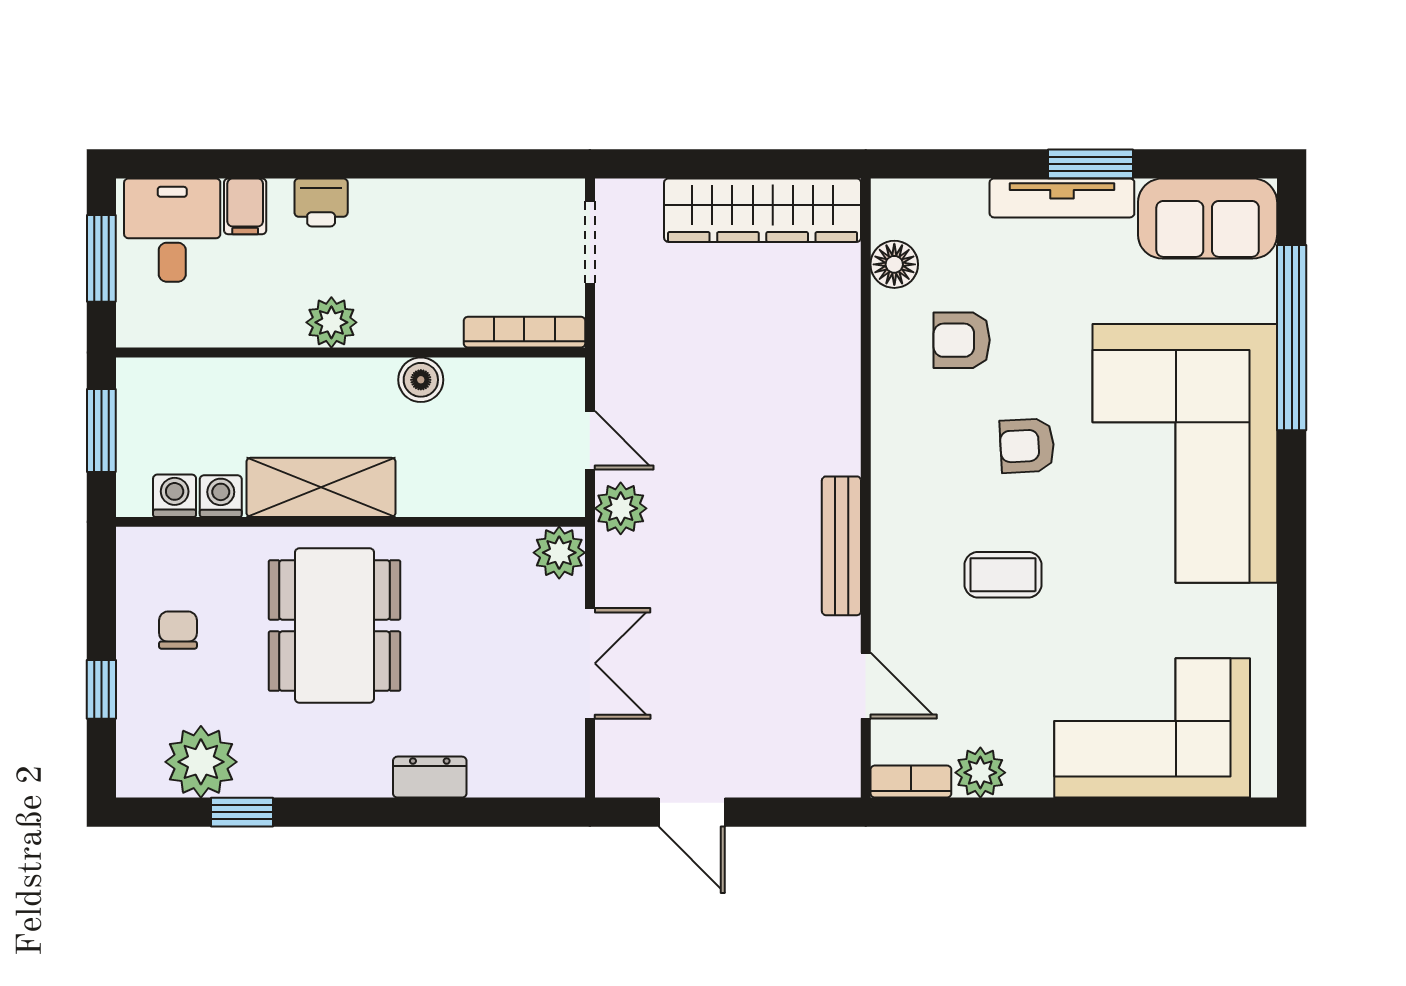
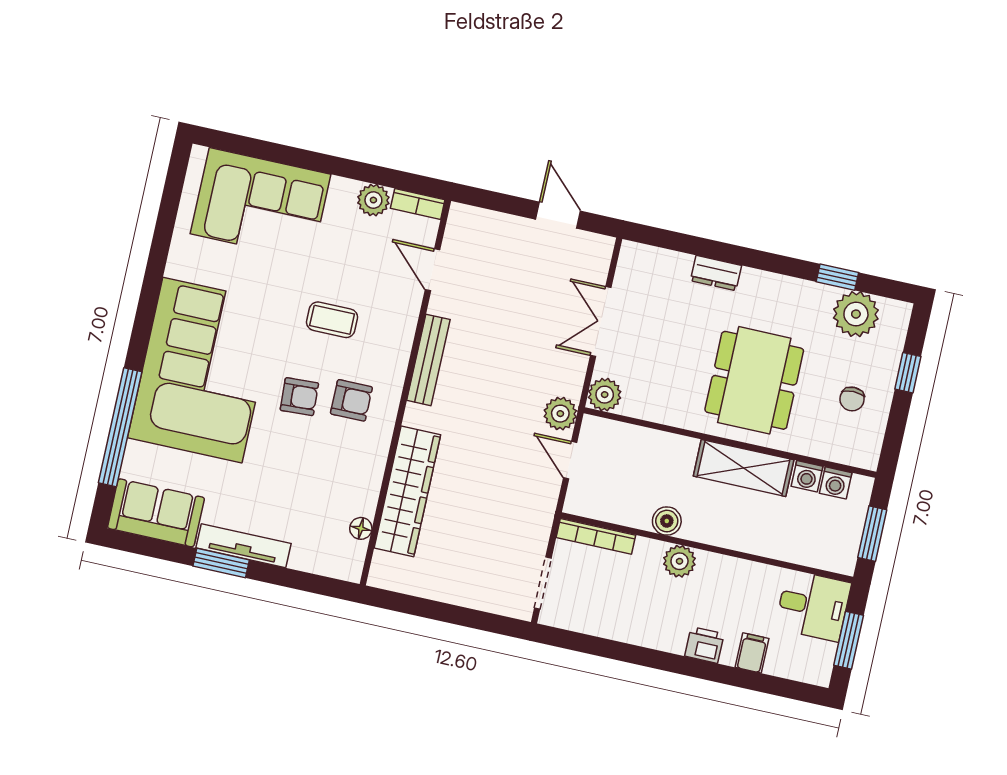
wardrobe: (763, 210) -> (407, 491), moved, turned 90
desk: (172, 230) -> (813, 606), moved, turned -90
floor lamp: (894, 264) -> (361, 528), width x0.73, depth x0.73
plant: (331, 322) -> (679, 561), moved
armchair: (962, 340) -> (351, 400), moved

